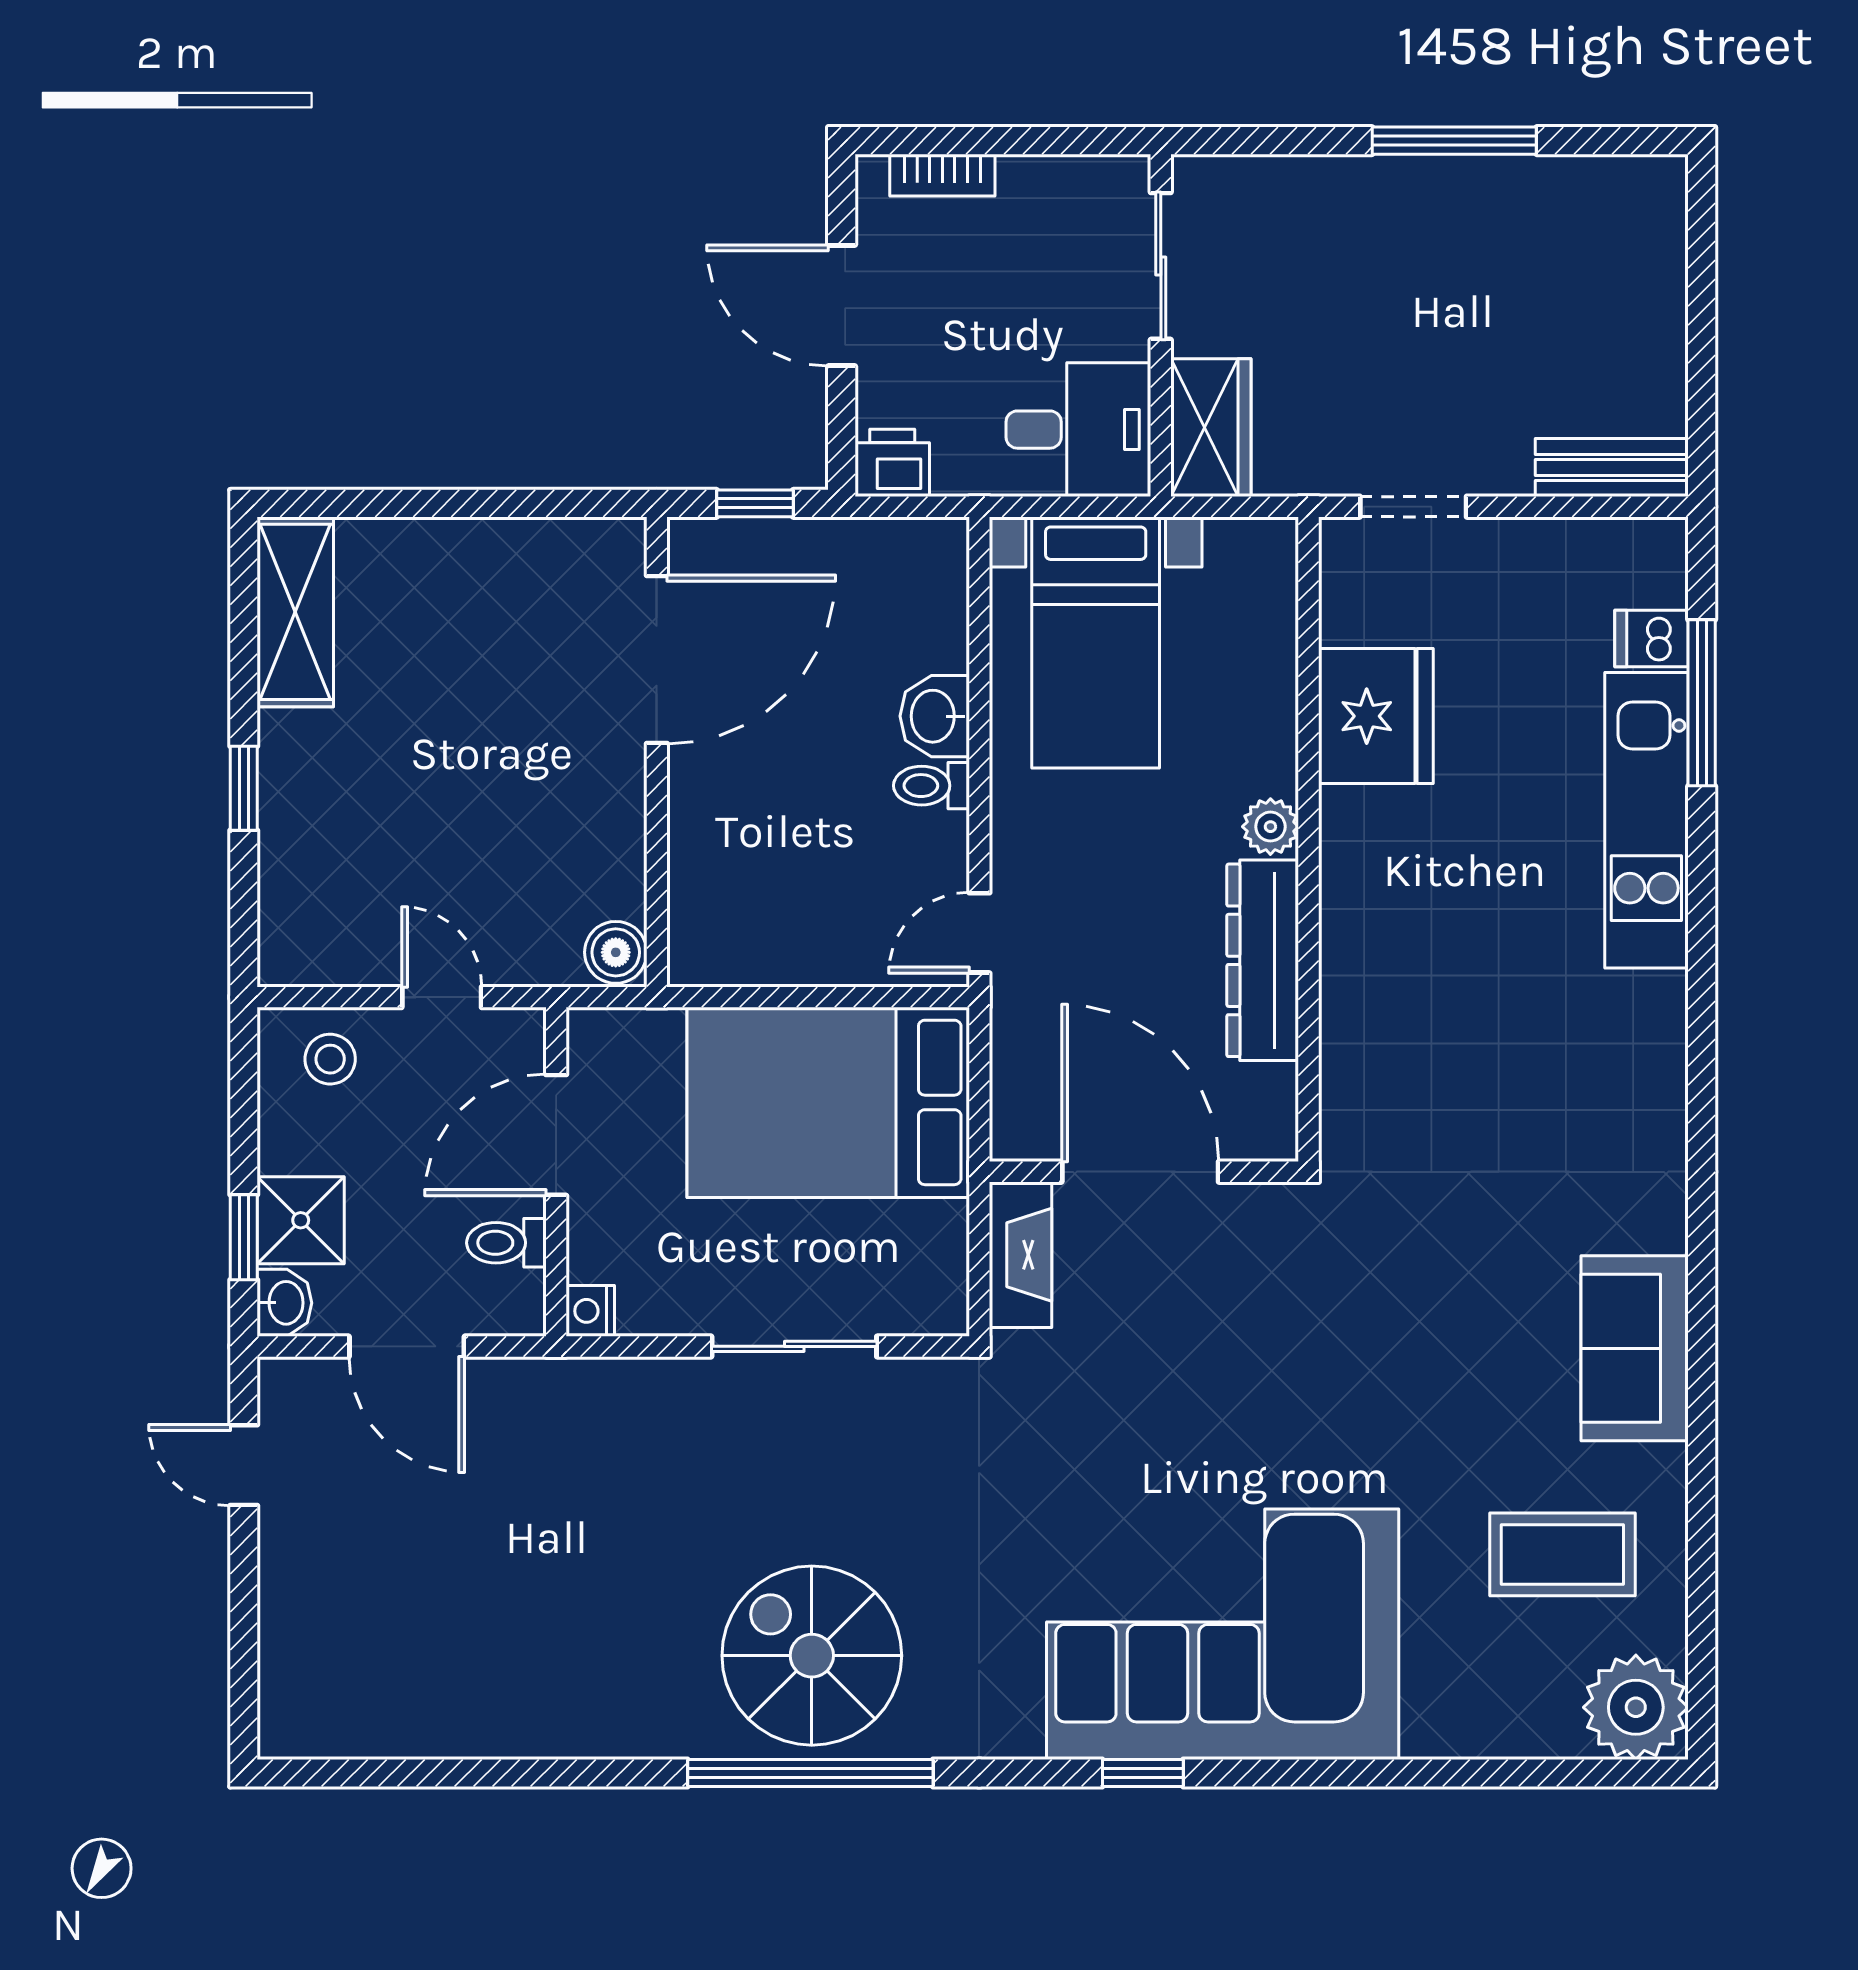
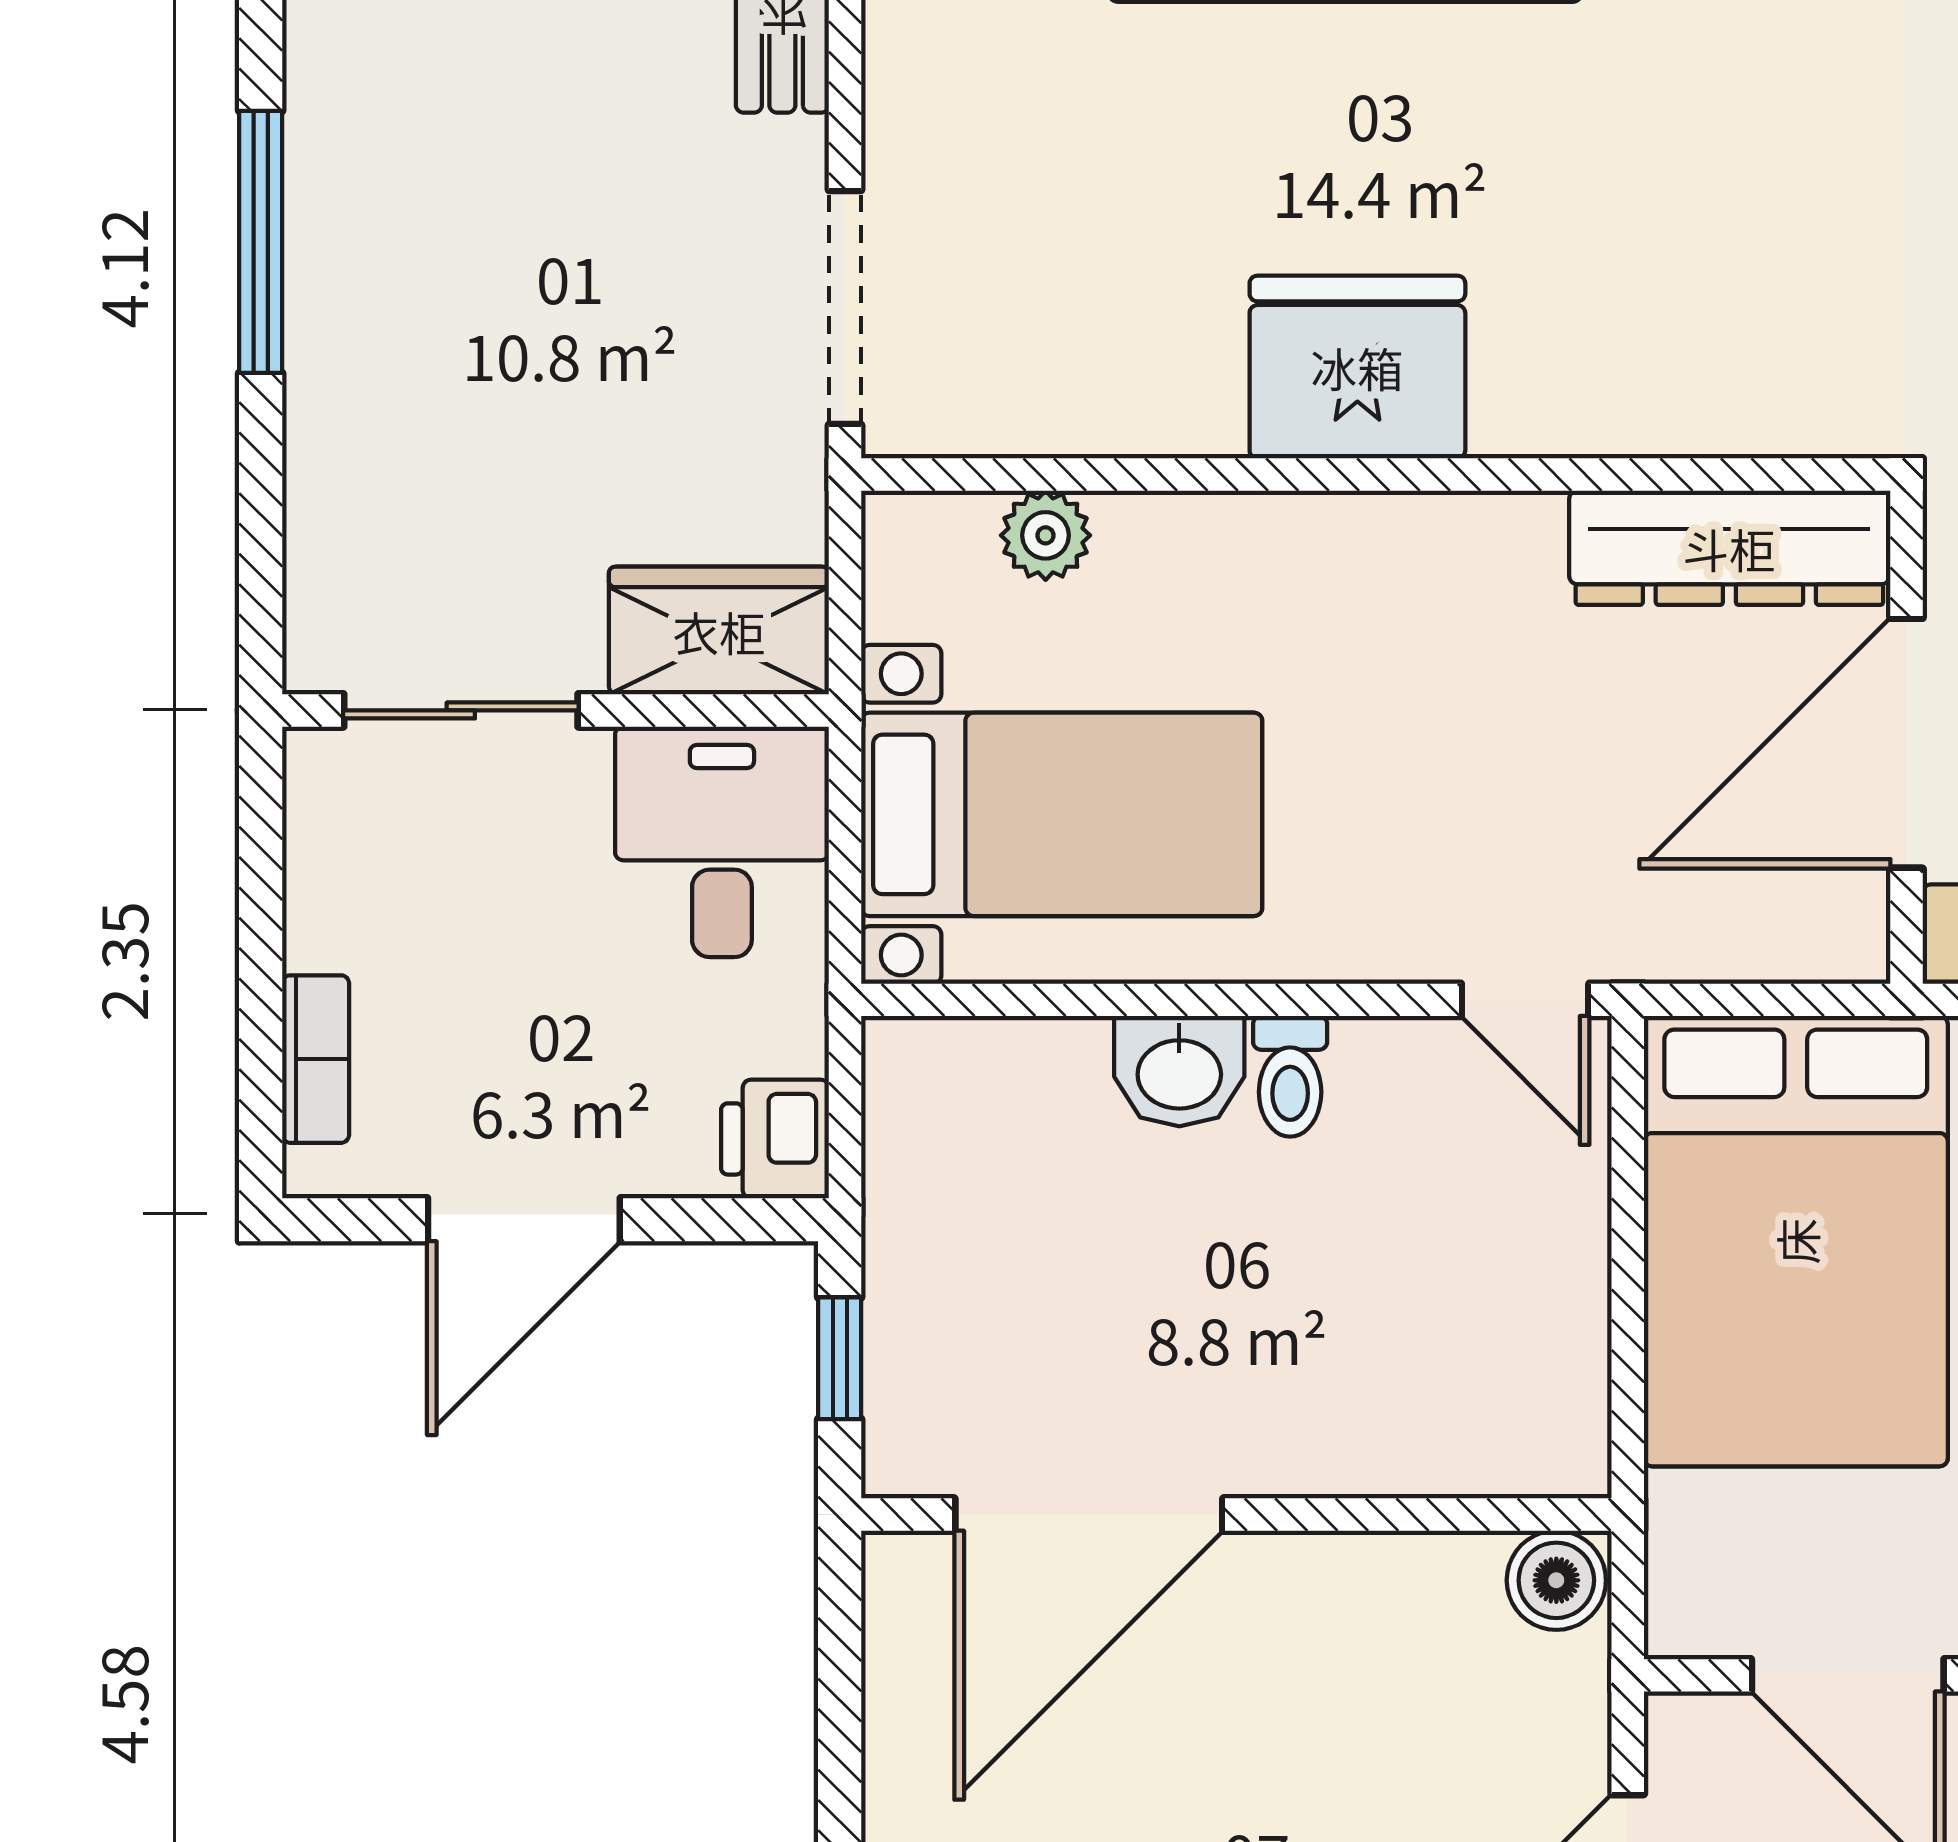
doorway: (1413, 507) -> (845, 307), width x1.38
door: (657, 659) -> (1089, 1515), swing flipped
fridge: (1376, 716) -> (1357, 367), moved
plant: (1270, 827) -> (1046, 535), moved
dresser: (1263, 960) -> (1729, 548), moved

